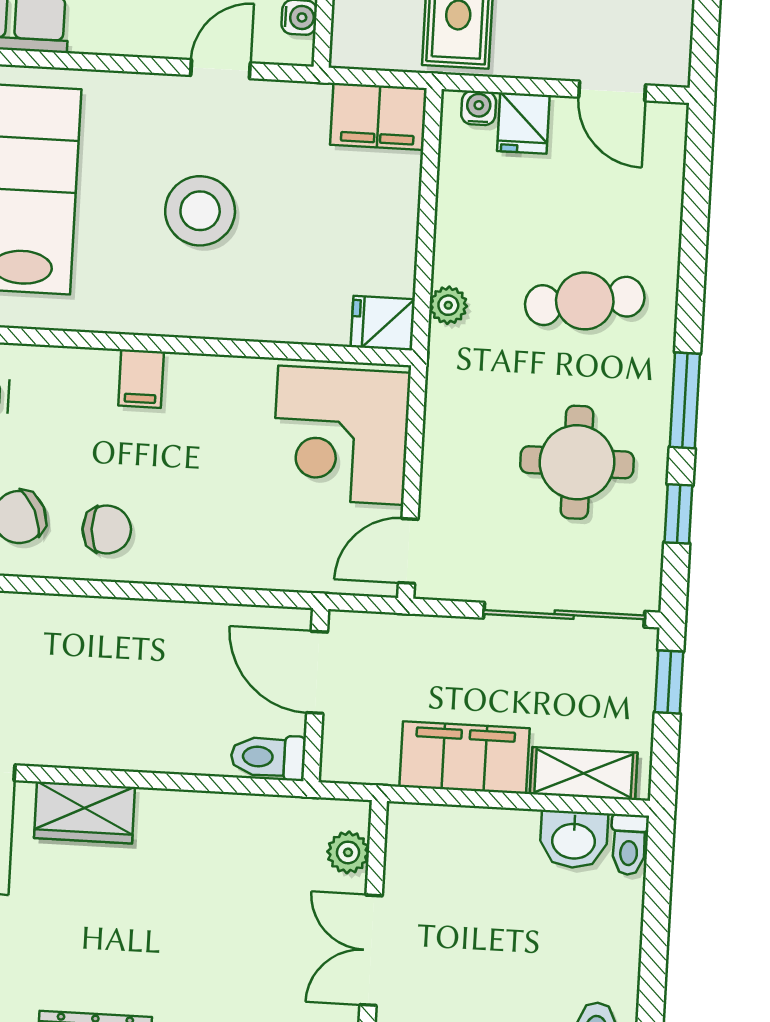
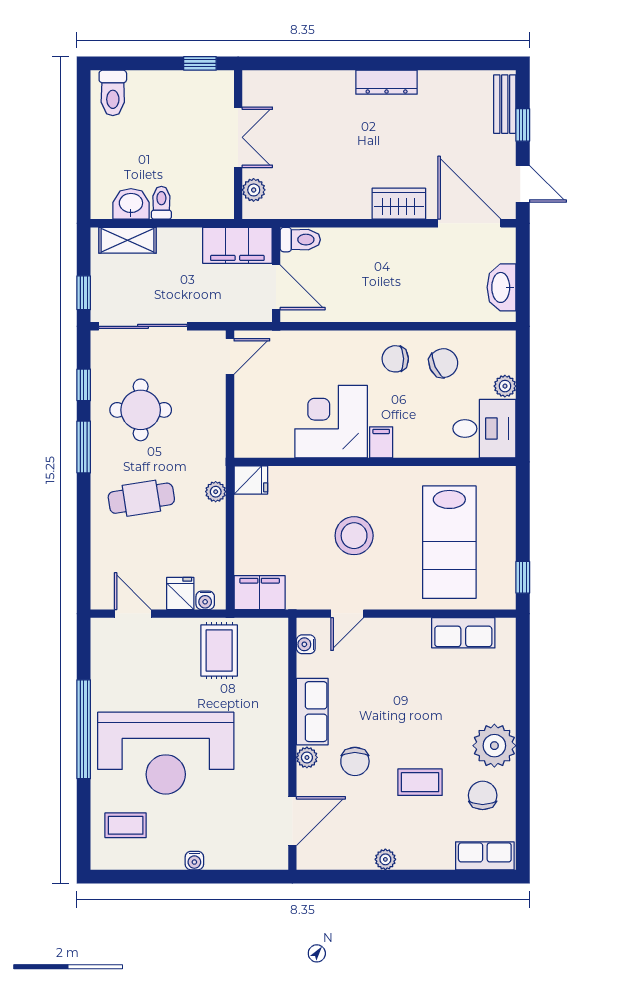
corner desk: (341, 435) -> (331, 422), moved, turned -90
filing cabinet: (464, 757) -> (237, 245), moved
toilet: (629, 845) -> (161, 203), moved

